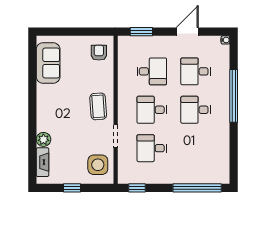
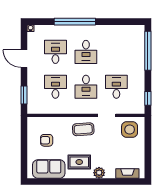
armchair: (99, 53) -> (47, 140), moved
desk: (196, 71) -> (55, 52), turned 180
rug: (57, 101) -> (79, 162), added
plant: (43, 139) -> (99, 173), moved
desk: (152, 148) -> (116, 87), turned 180
window: (72, 188) -> (148, 150), removed

